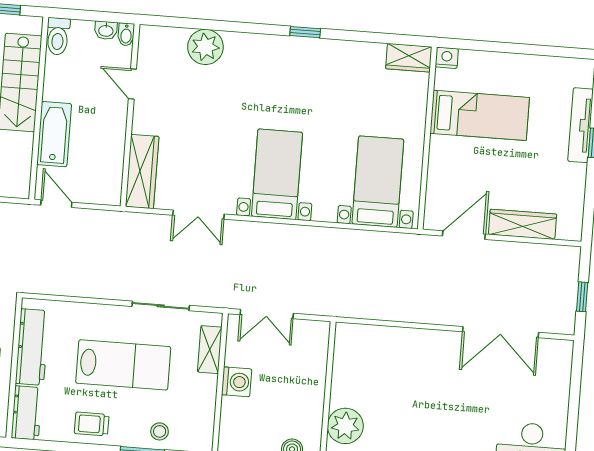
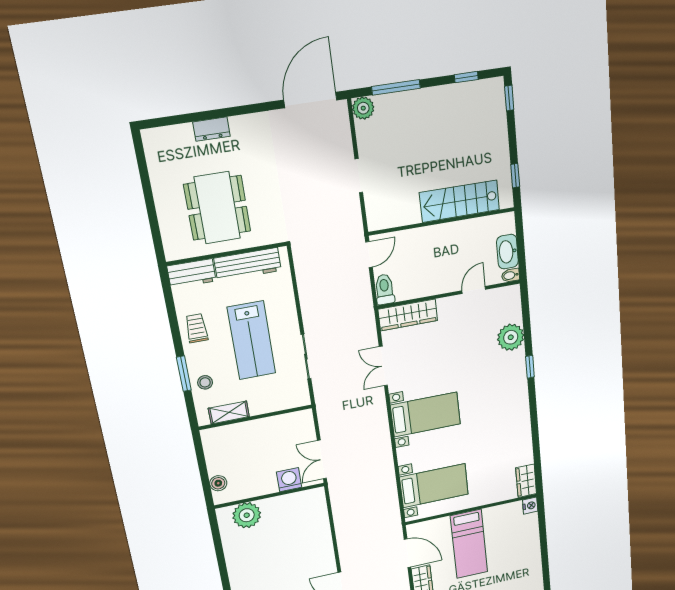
washbasin: (106, 30) -> (507, 252), width x1.91, depth x1.45
window: (305, 32) -> (530, 367), moved
toilet: (58, 36) -> (385, 289), moved, turned 90
bed: (480, 115) -> (469, 544), moved
bathtub: (54, 134) -> (424, 239), removed
double door: (267, 314) -> (322, 460), moved
shelving: (210, 350) -> (229, 412), moved
washing machine: (237, 382) -> (289, 480), moved, turned 180

